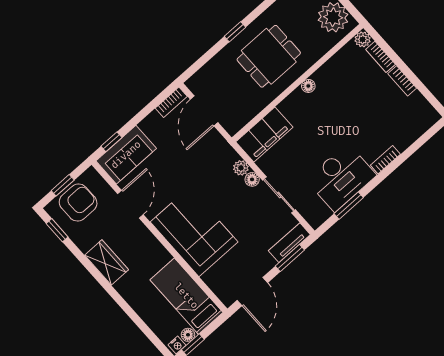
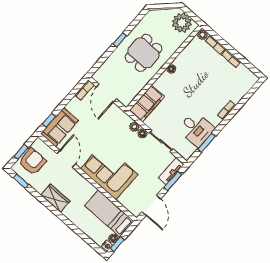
desk: (341, 177) -> (196, 129), width x0.73

